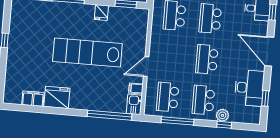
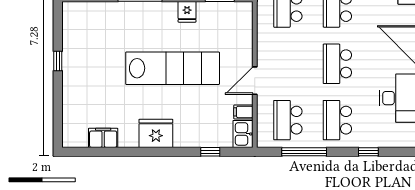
lab bench: (87, 53) -> (173, 68), turned 180
fridge: (57, 97) -> (156, 133), moved
window: (110, 115) -> (210, 152), width x0.32
plant: (222, 115) -> (365, 139), removed

